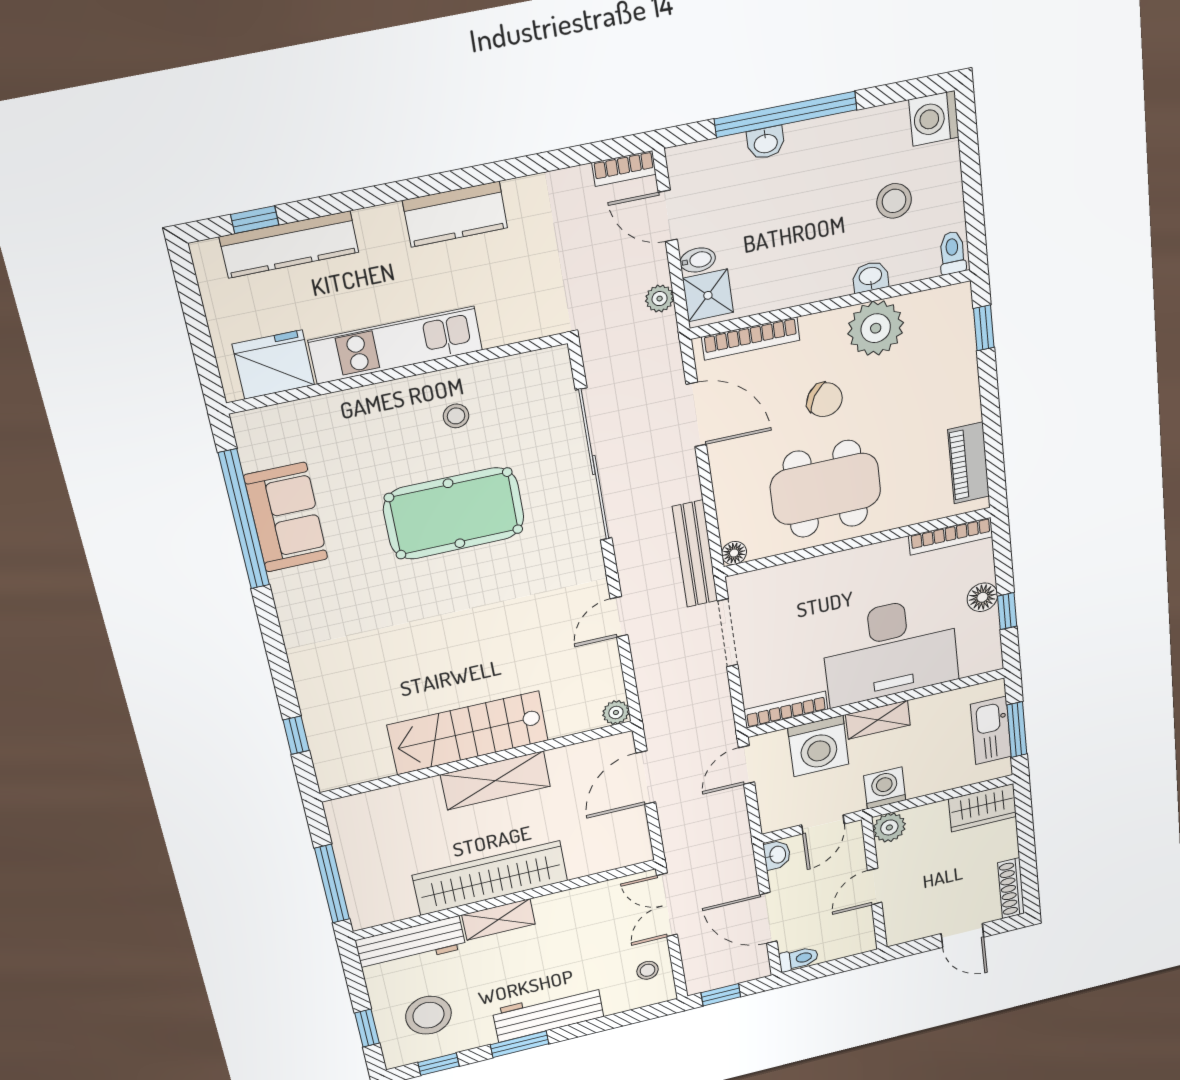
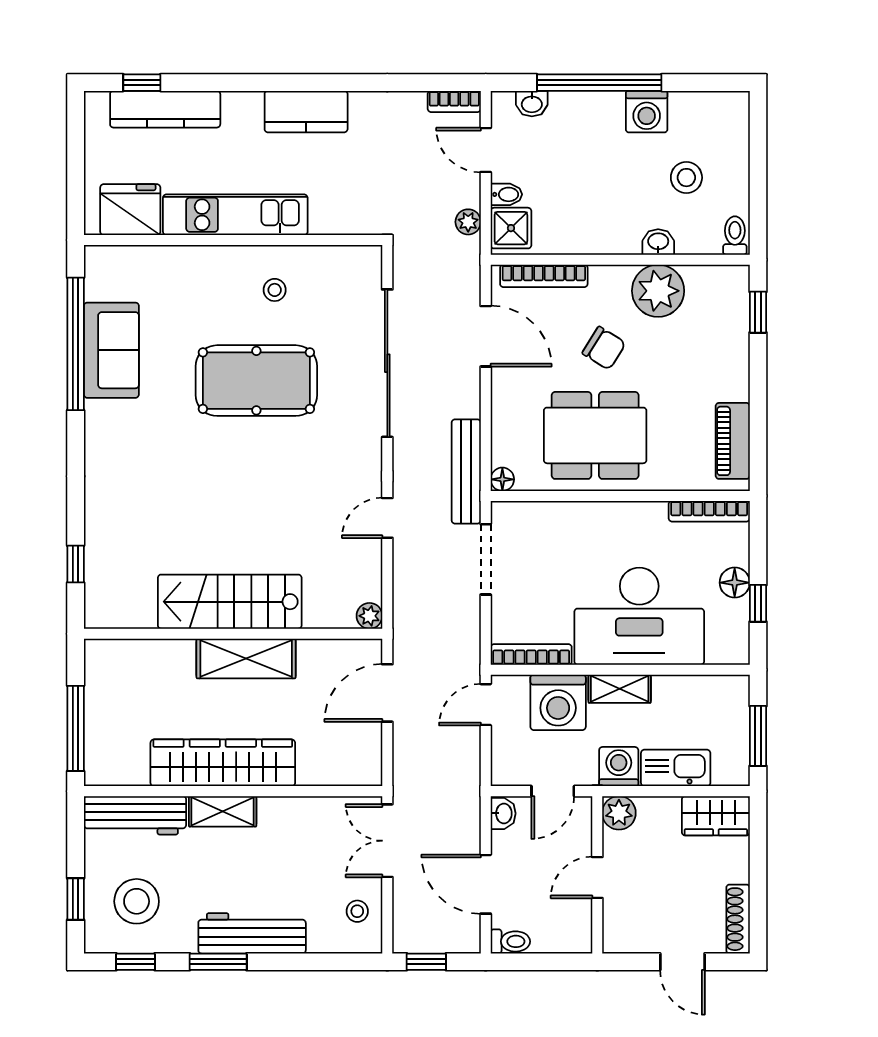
washing machine: (934, 118) -> (647, 112), moved, turned -90
washbasin: (766, 143) -> (532, 104), moved
kitchen sink: (991, 730) -> (676, 768), moved, turned 90

